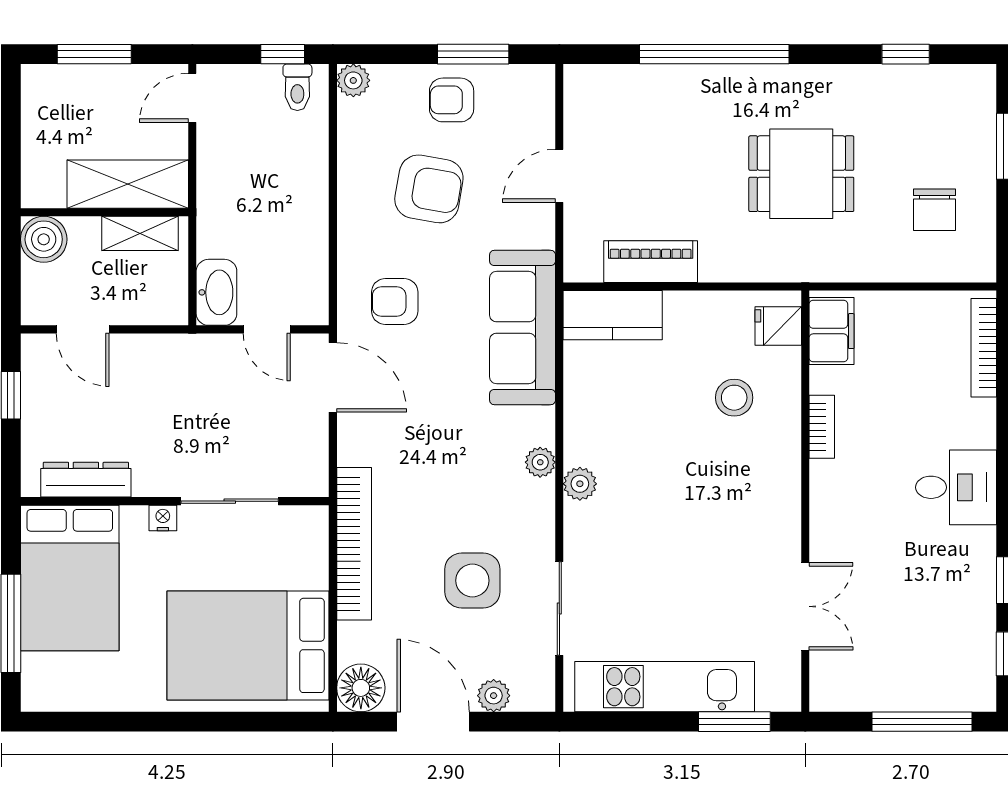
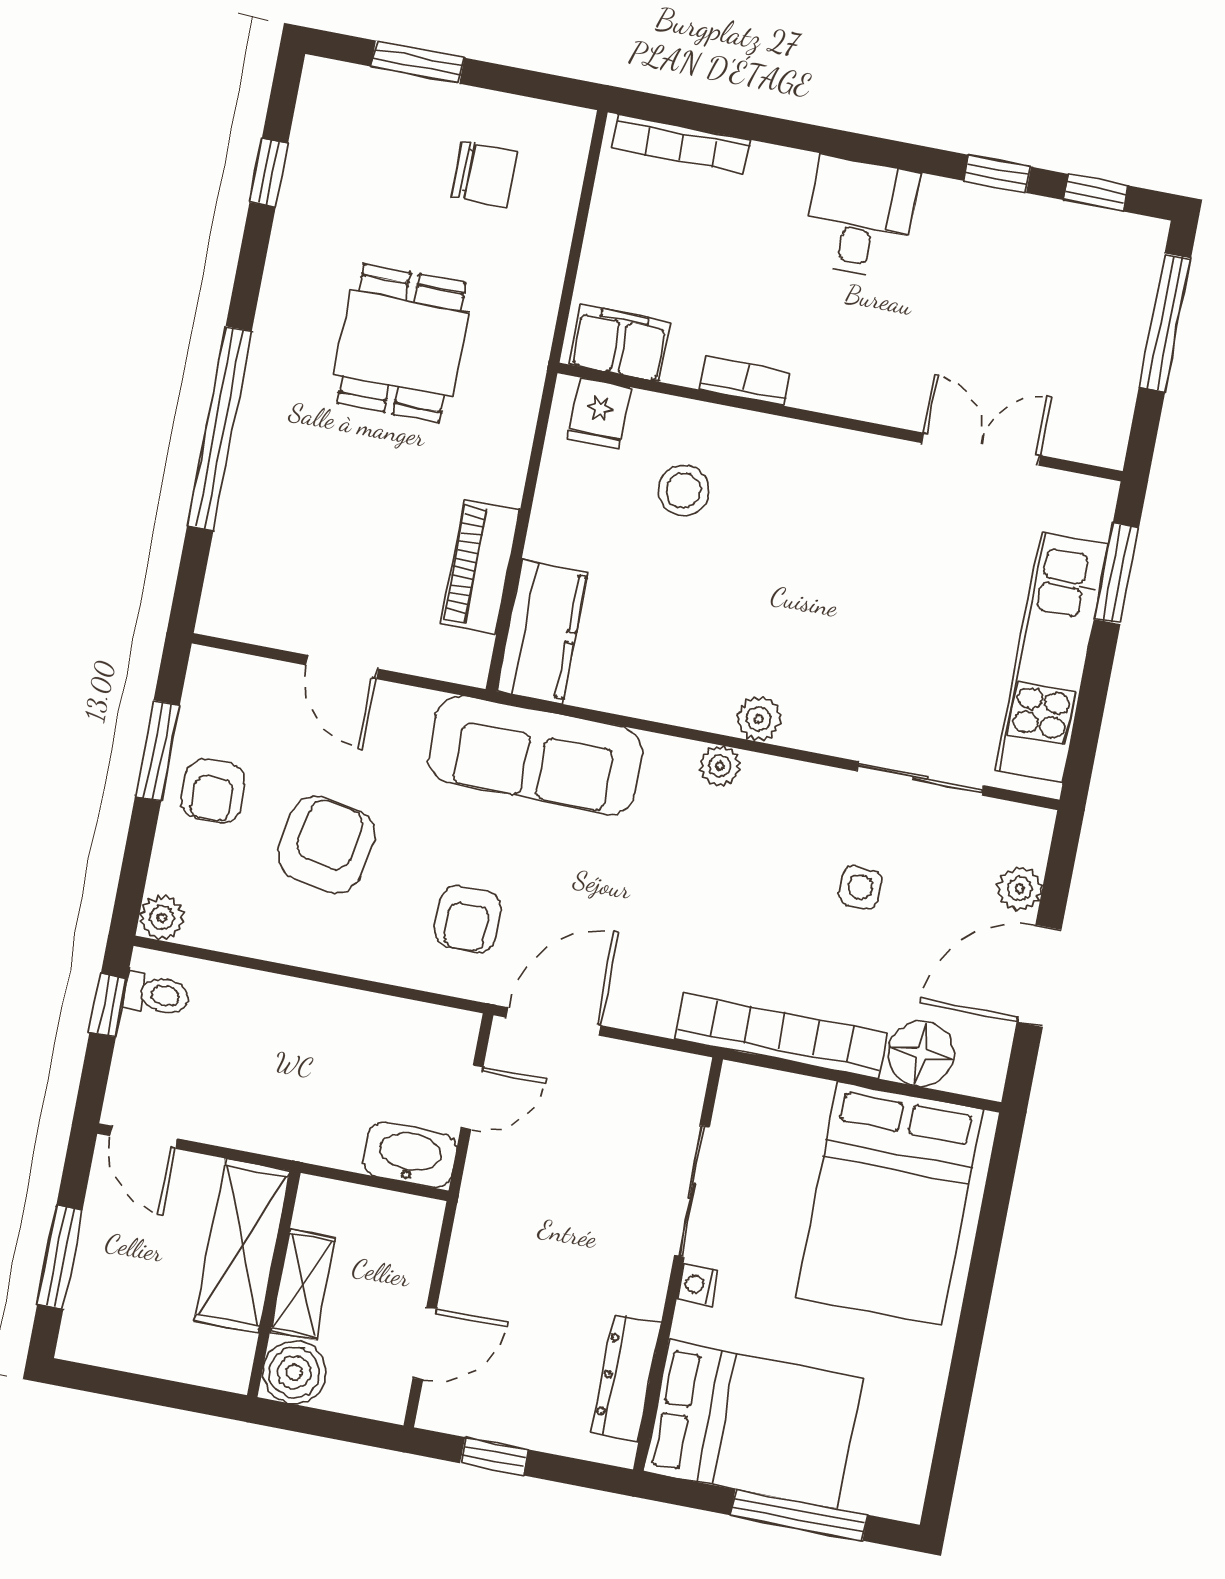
shelving: (140, 233) -> (303, 1285), moved
side table: (472, 581) -> (861, 887), width x0.54, depth x0.54
floor lamp: (361, 688) -> (921, 1054), moved

